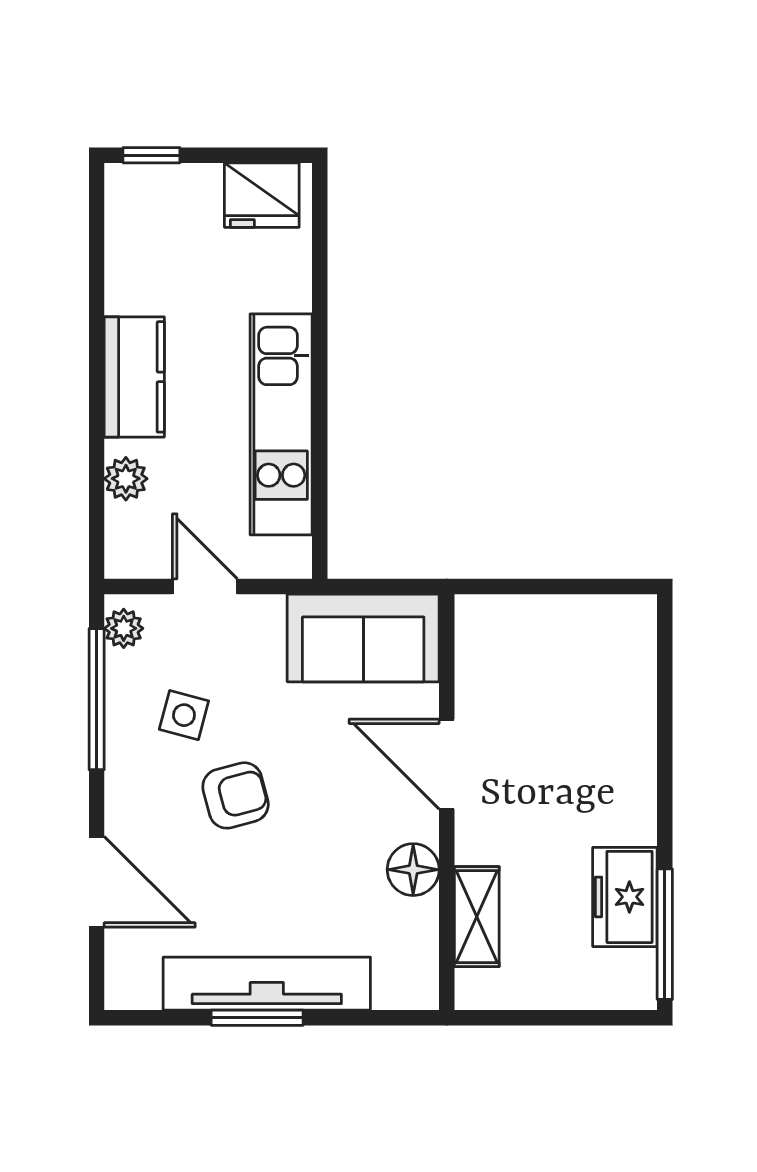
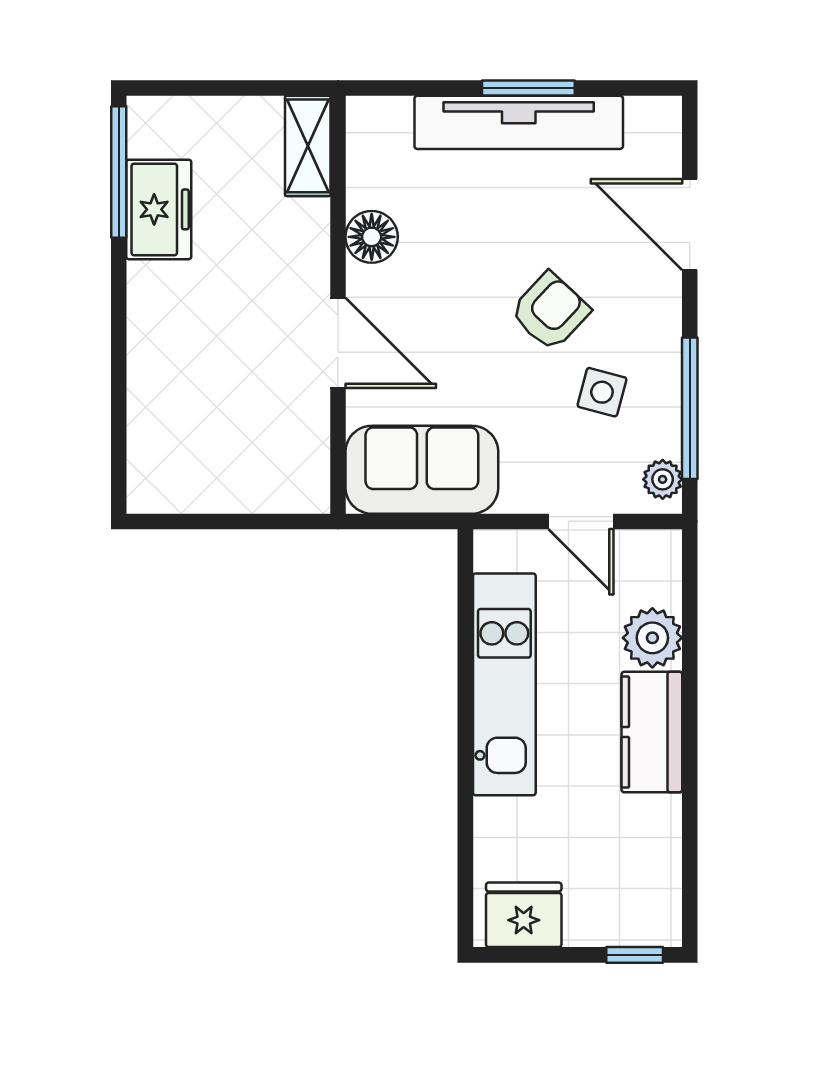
plant: (126, 479) -> (652, 638), width x1.38, depth x1.38
armchair: (236, 795) -> (550, 311), turned 148
shelving: (477, 917) -> (308, 146), moved

